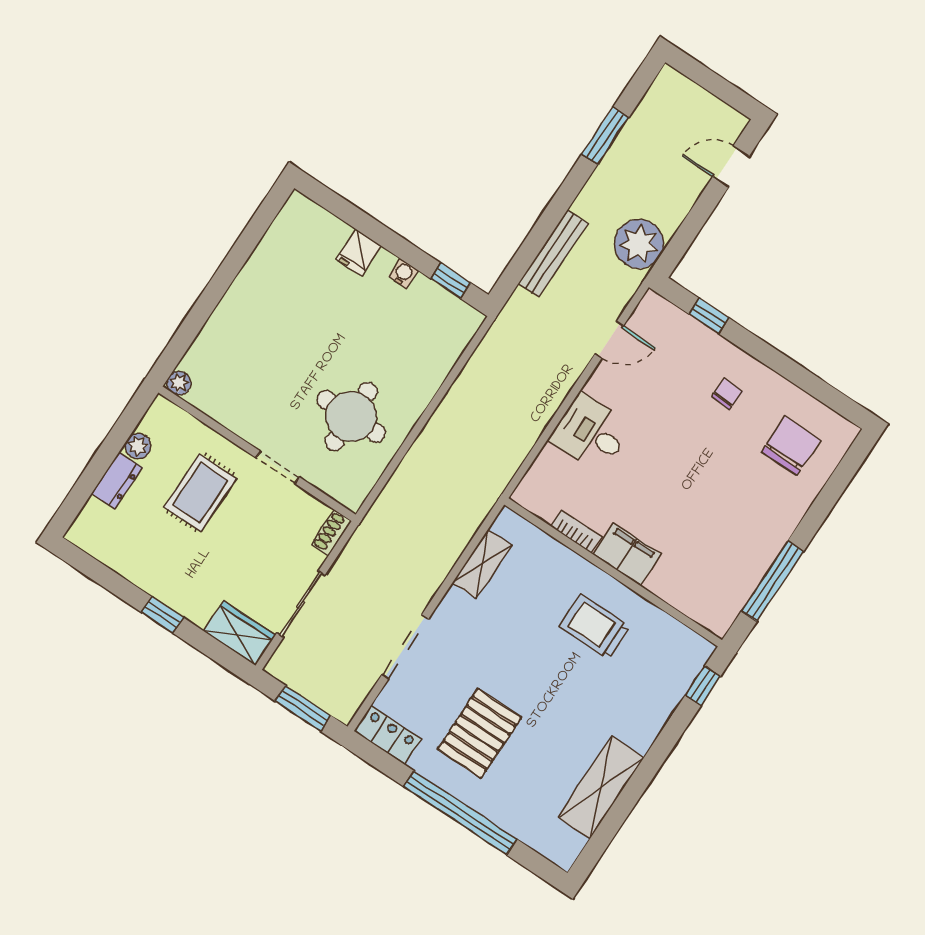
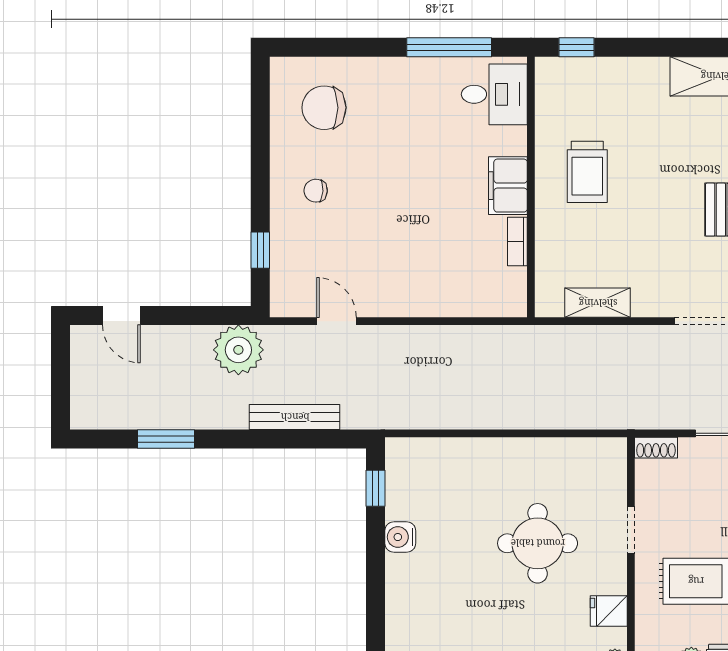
fridge: (359, 253) -> (609, 611), moved, turned 180
water cooler: (403, 273) -> (400, 537), width x1.38, depth x1.38
round table: (351, 416) -> (538, 543), moved
desk: (591, 433) -> (494, 94), moved, turned -90

